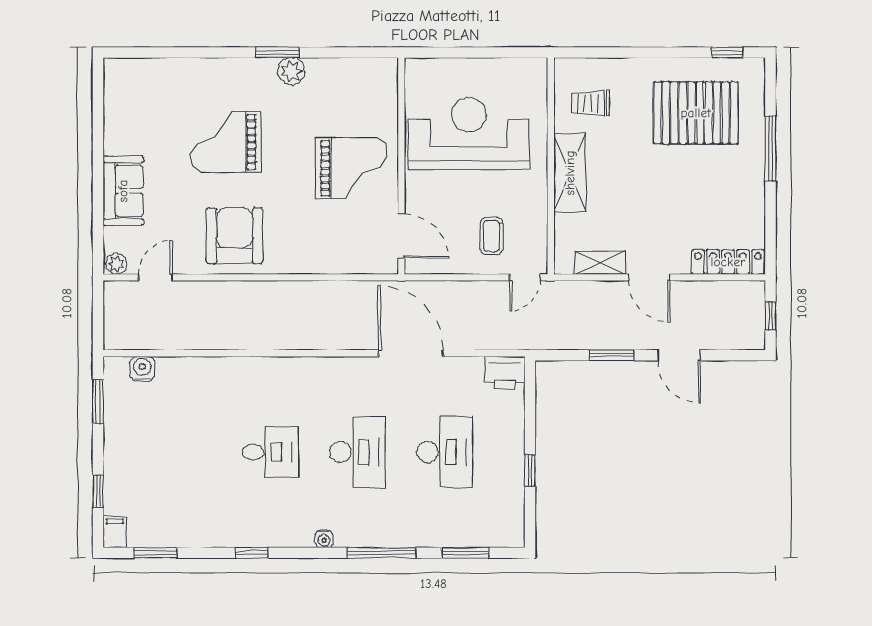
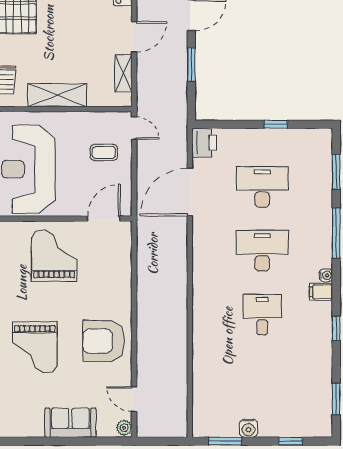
door: (411, 353) -> (190, 192), moved
water cooler: (142, 369) -> (248, 428), moved, turned -90
filing cabinet: (115, 532) -> (321, 292), moved

